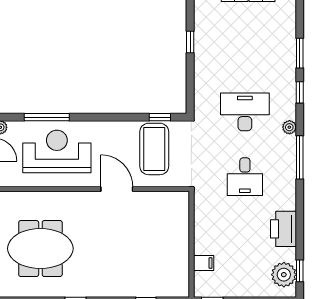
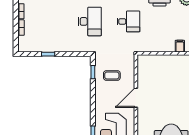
desk: (245, 112) -> (90, 21), turned 180
coffee table: (154, 149) -> (112, 75), width x0.54, depth x0.58

